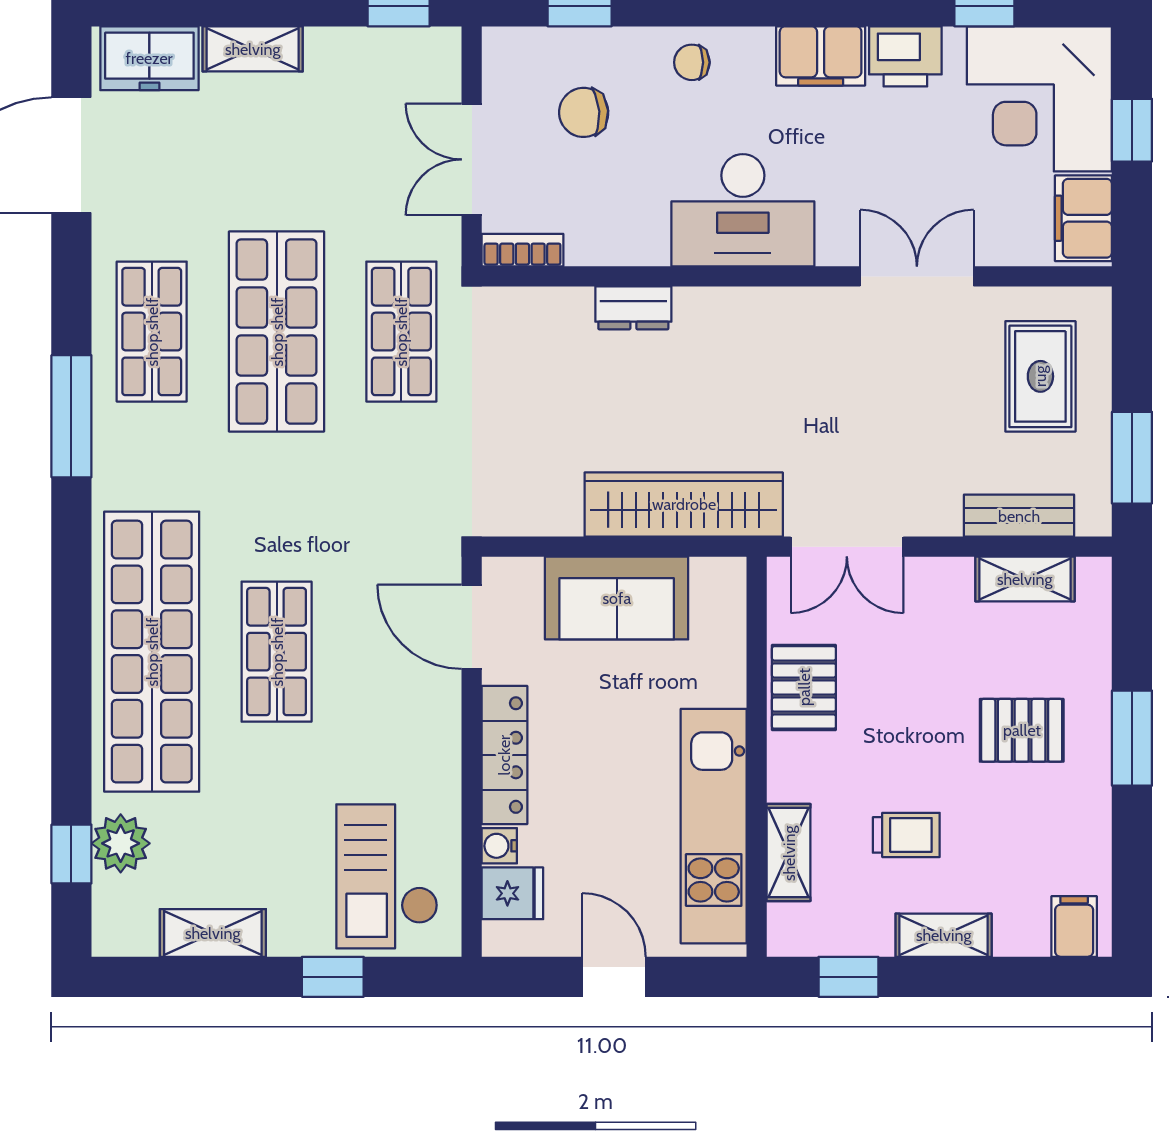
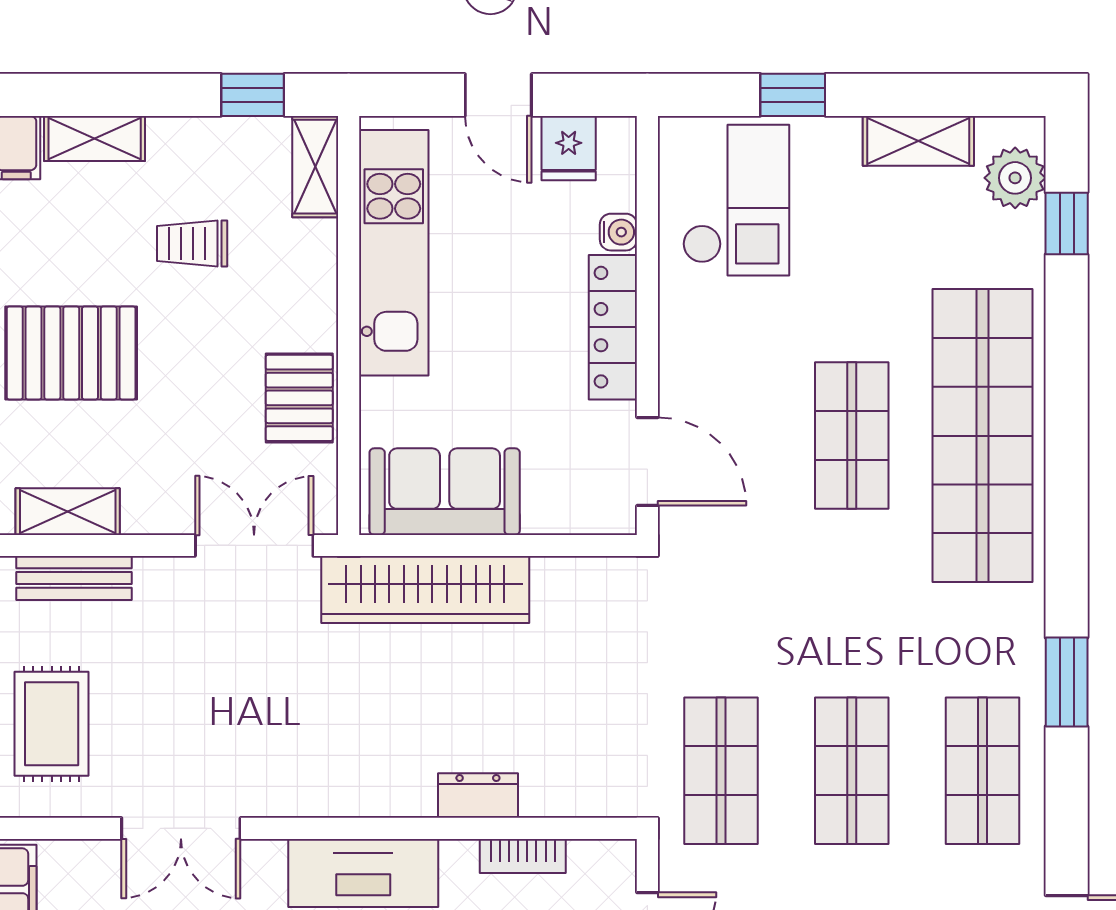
bookcase: (522, 250) -> (523, 856), moved
shop shelf: (277, 332) -> (852, 771), width x0.70, depth x0.74
window: (71, 416) -> (1067, 682), width x0.69
sofa: (617, 598) -> (445, 492), moved
pallet: (1022, 730) -> (71, 353), width x1.50, depth x1.42
plant: (121, 843) -> (1015, 178), moved
shelving: (789, 853) -> (315, 167), moved
fridge: (512, 893) -> (569, 148), moved, turned -90
shelving: (944, 935) -> (95, 138), moved

